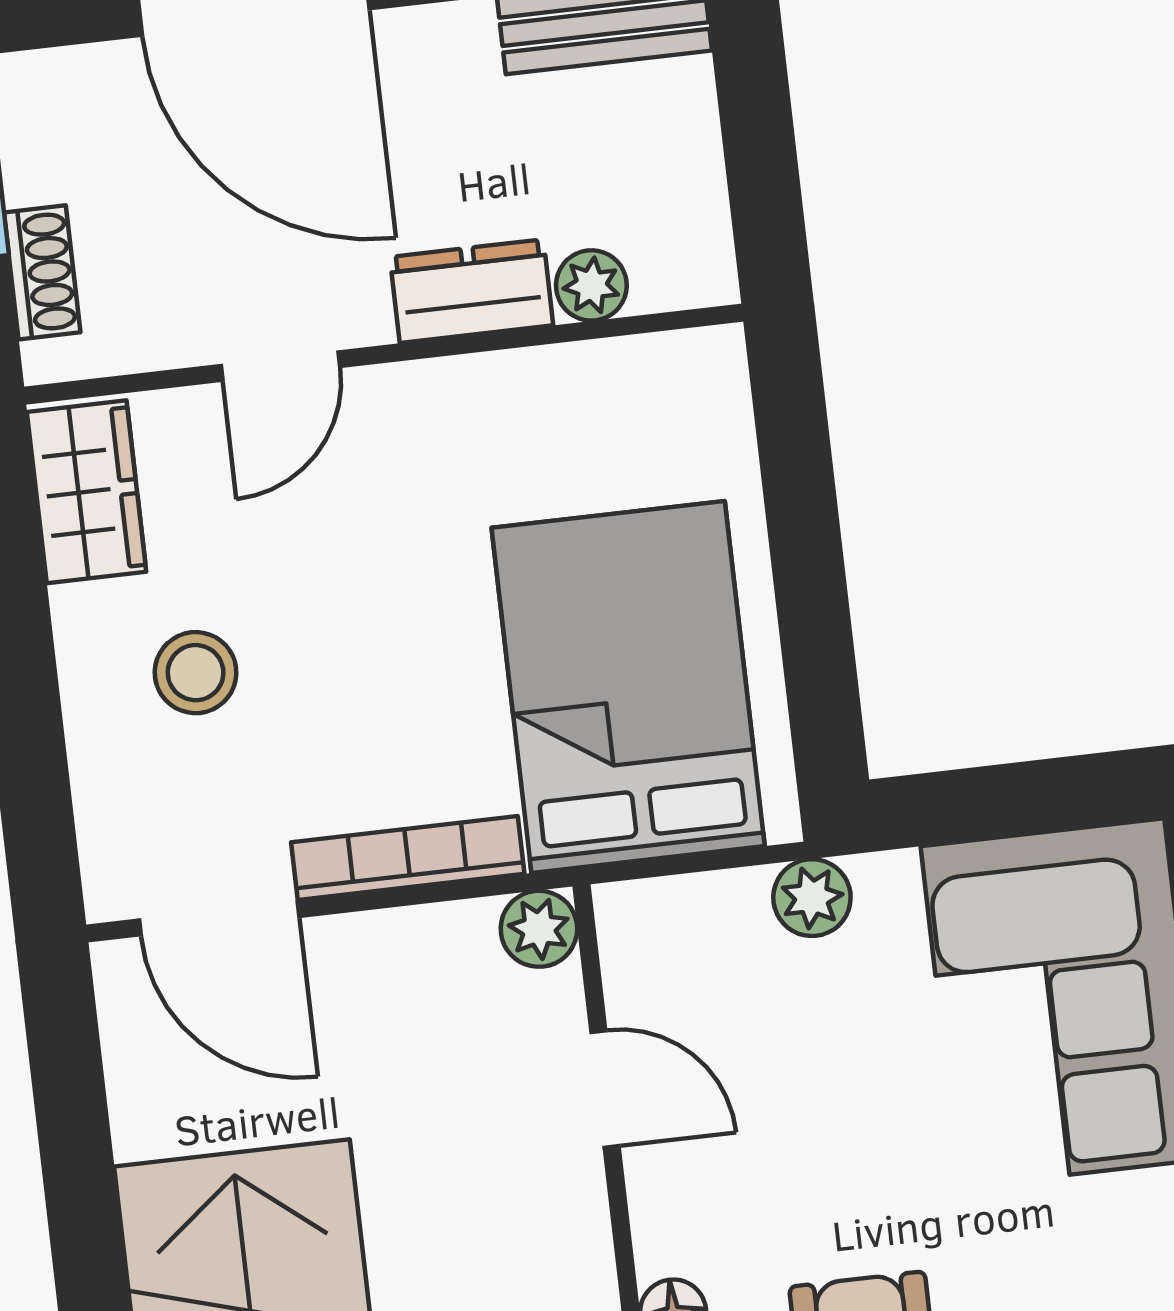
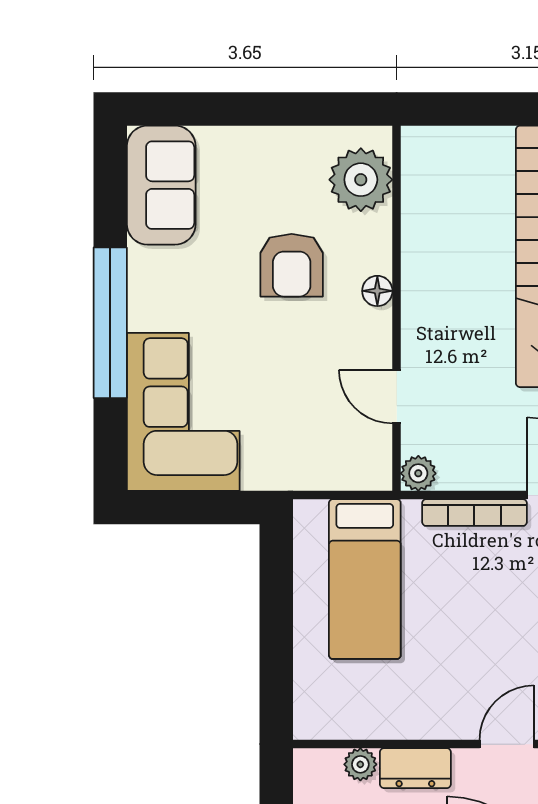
bed: (628, 687) -> (365, 579), width x0.67
plant: (812, 898) -> (292, 473), removed

